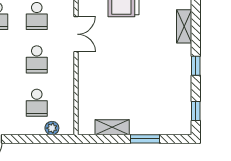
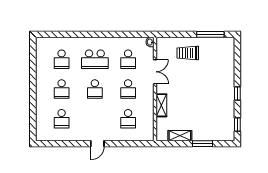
shelving: (184, 26) -> (161, 105), moved
plant: (52, 128) -> (139, 136), removed

